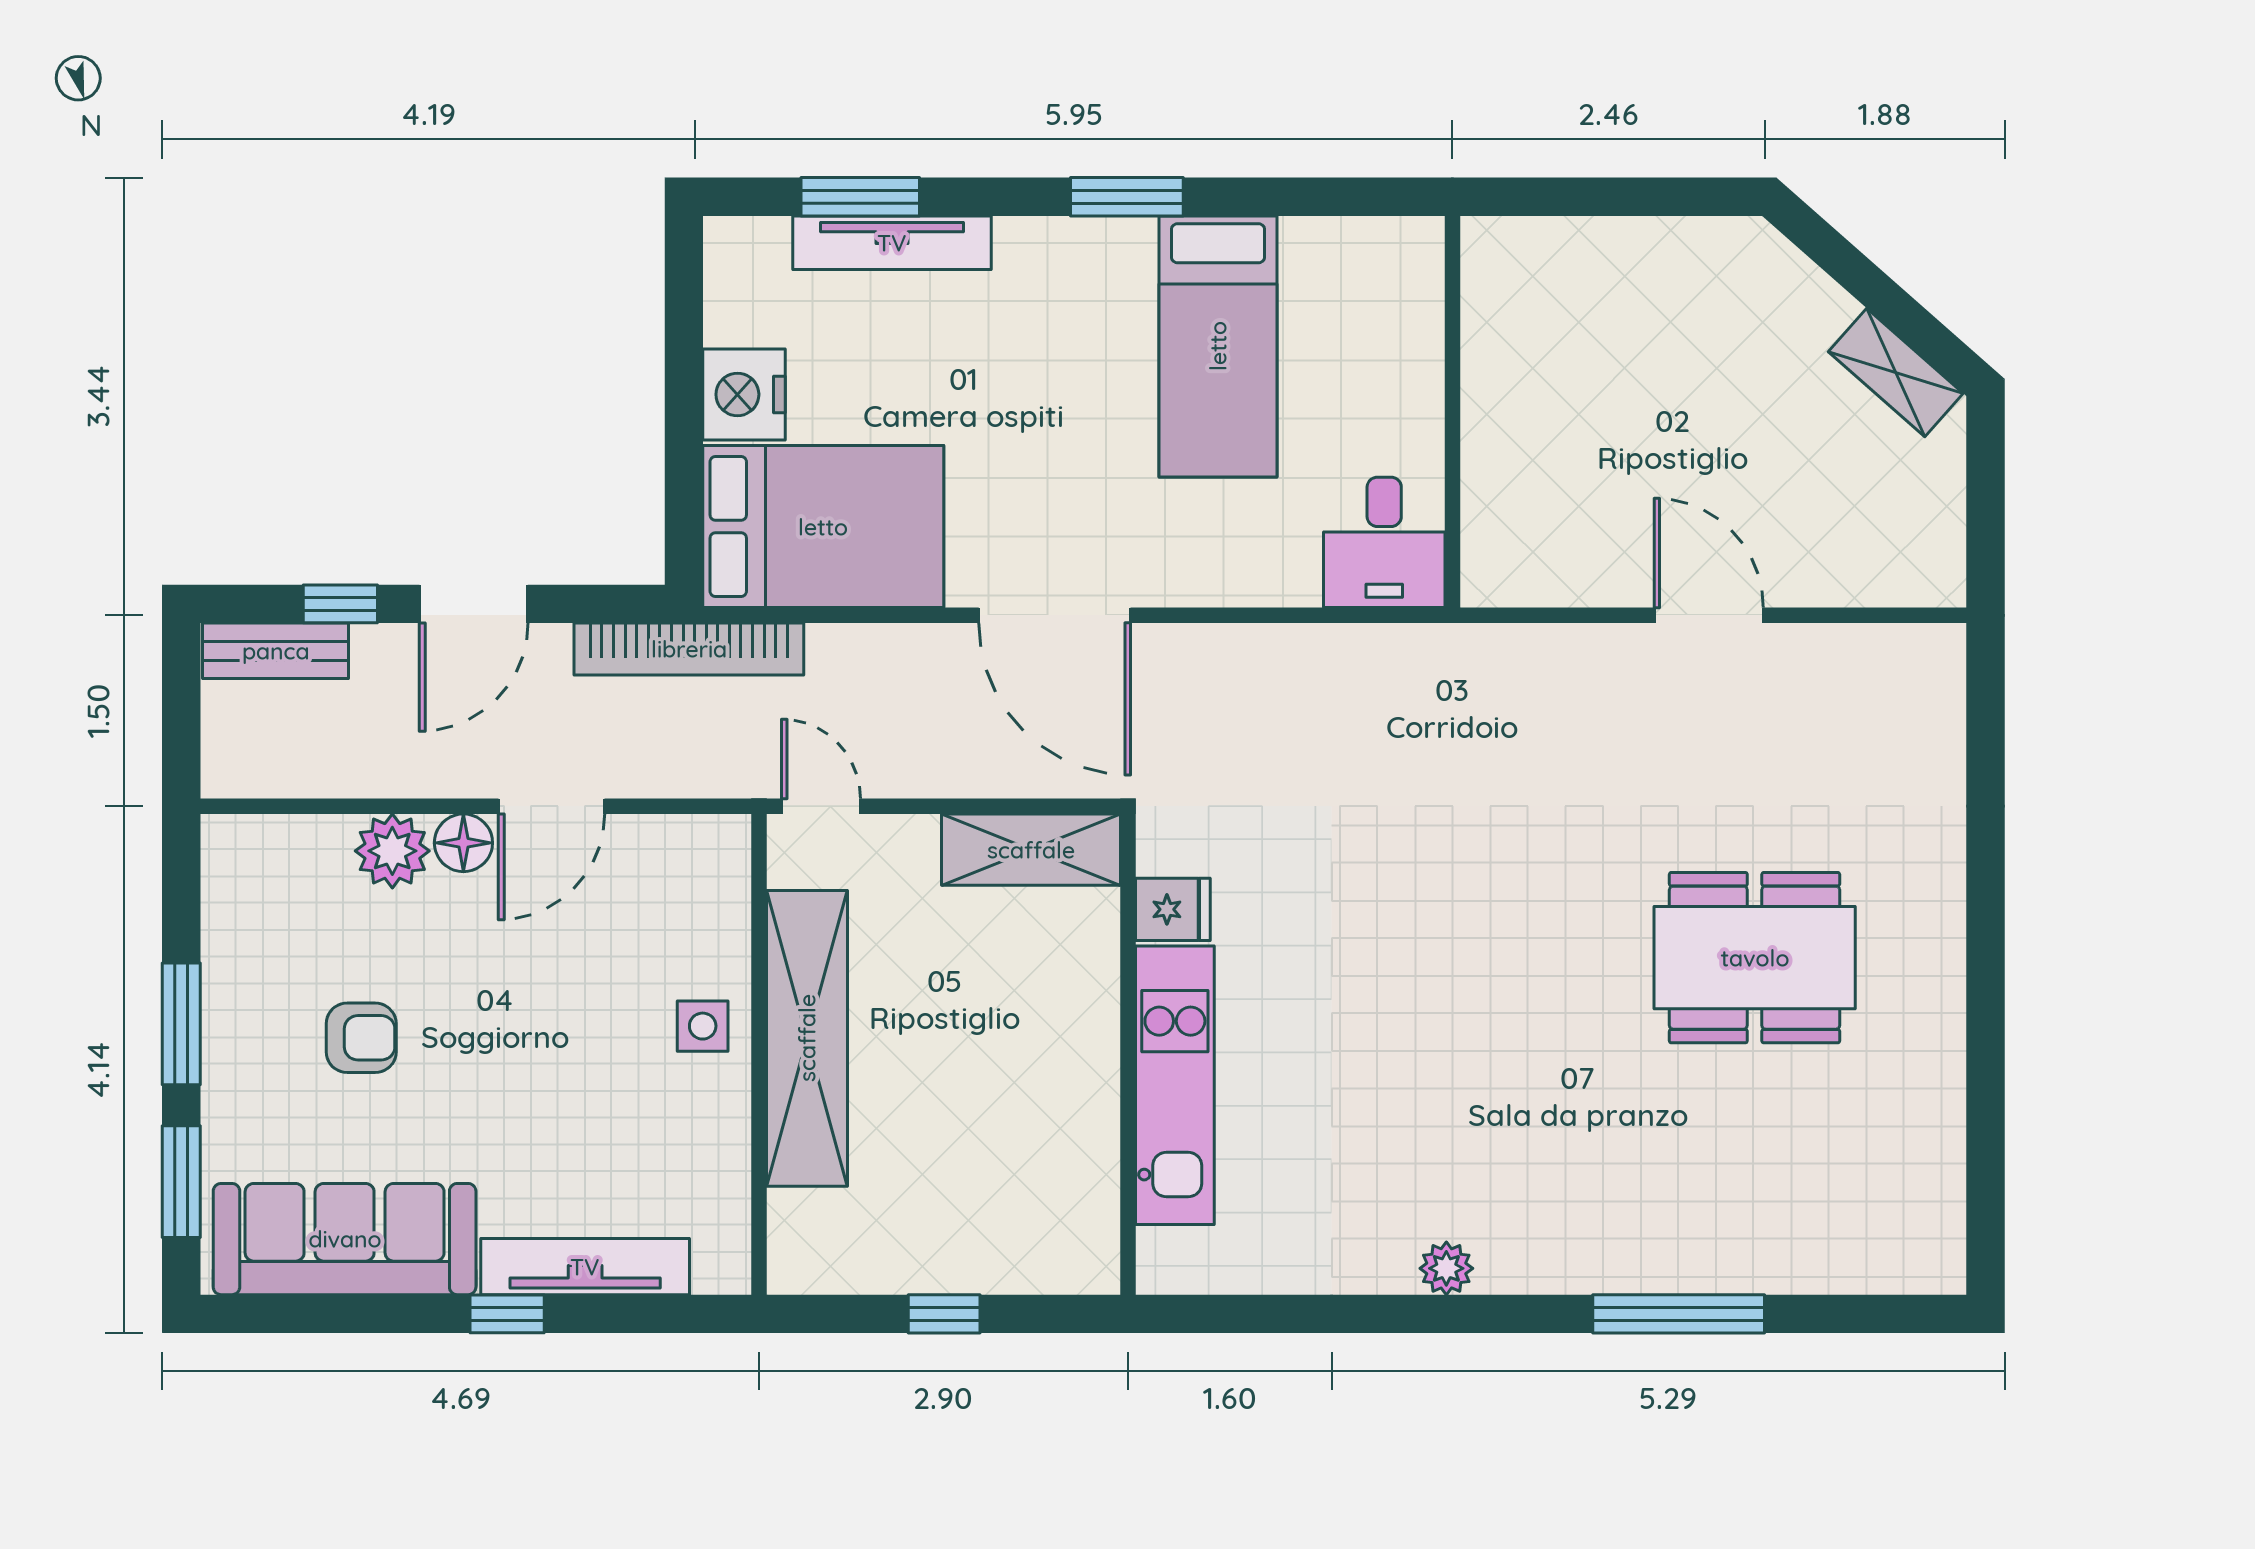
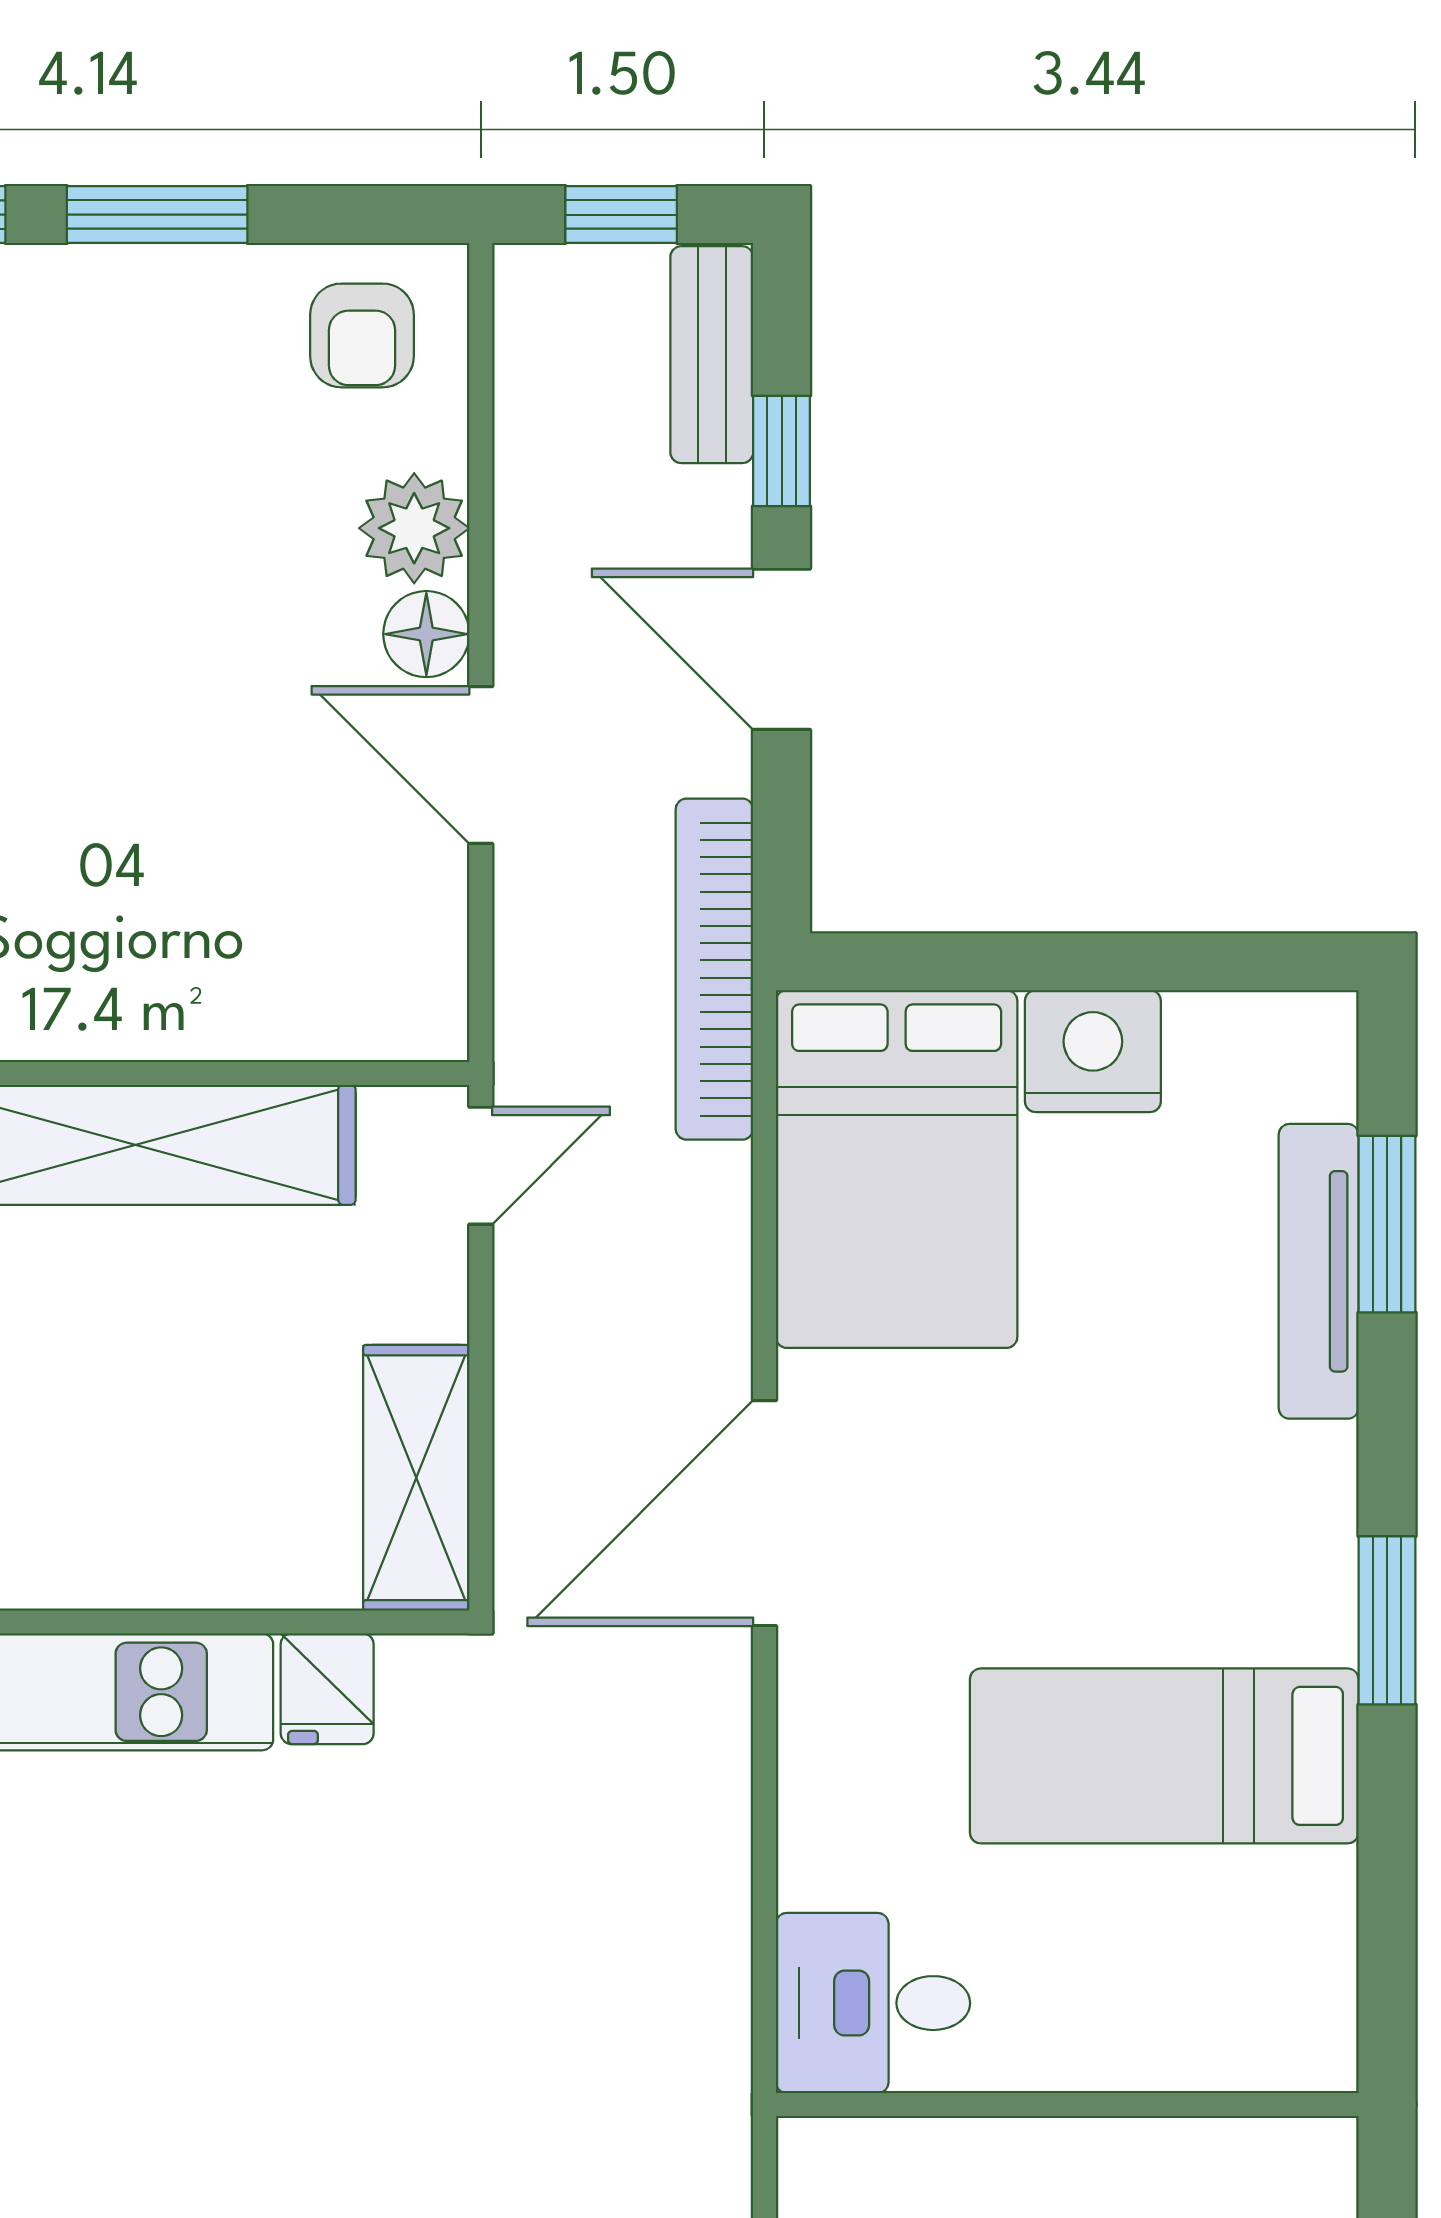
window: (181, 712) -> (621, 215), added
side table: (703, 1026) -> (154, 990), removed
armchair: (361, 1038) -> (362, 335), moved

